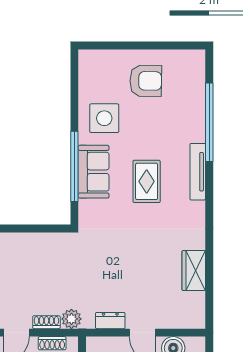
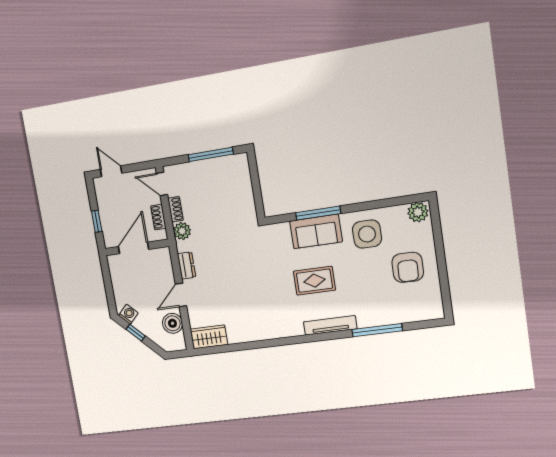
plant: (89, 62) -> (418, 212), added
window: (209, 122) -> (377, 330), width x0.68
window: (74, 166) -> (318, 213), width x0.68
wardrobe: (194, 271) -> (209, 337), moved

